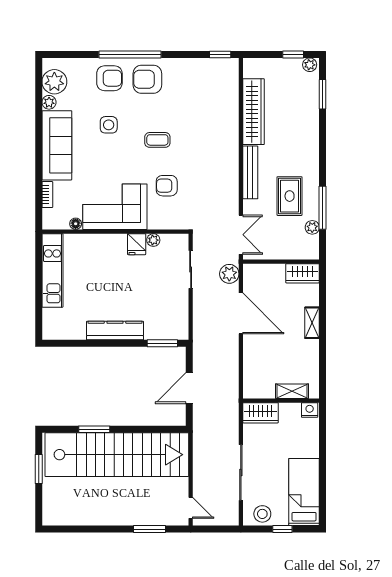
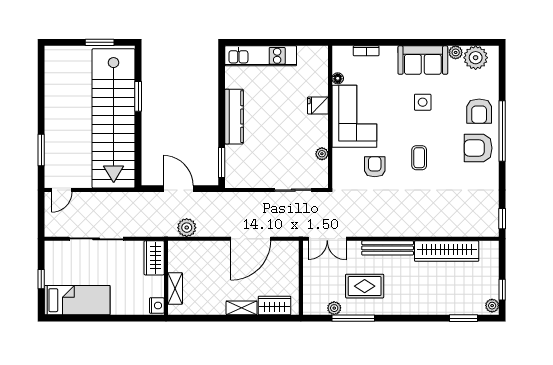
armchair: (147, 79) -> (478, 148), turned -90
side table: (109, 125) -> (423, 102), moved
sofa: (57, 145) -> (423, 60), width x0.73
fridge: (137, 244) -> (318, 106), moved
kitchen unit: (52, 270) -> (261, 56), moved
wardrobe: (303, 273) -> (274, 305), moved, turned 90
plant: (229, 274) -> (187, 228), moved
stool: (262, 514) -> (56, 260), removed

